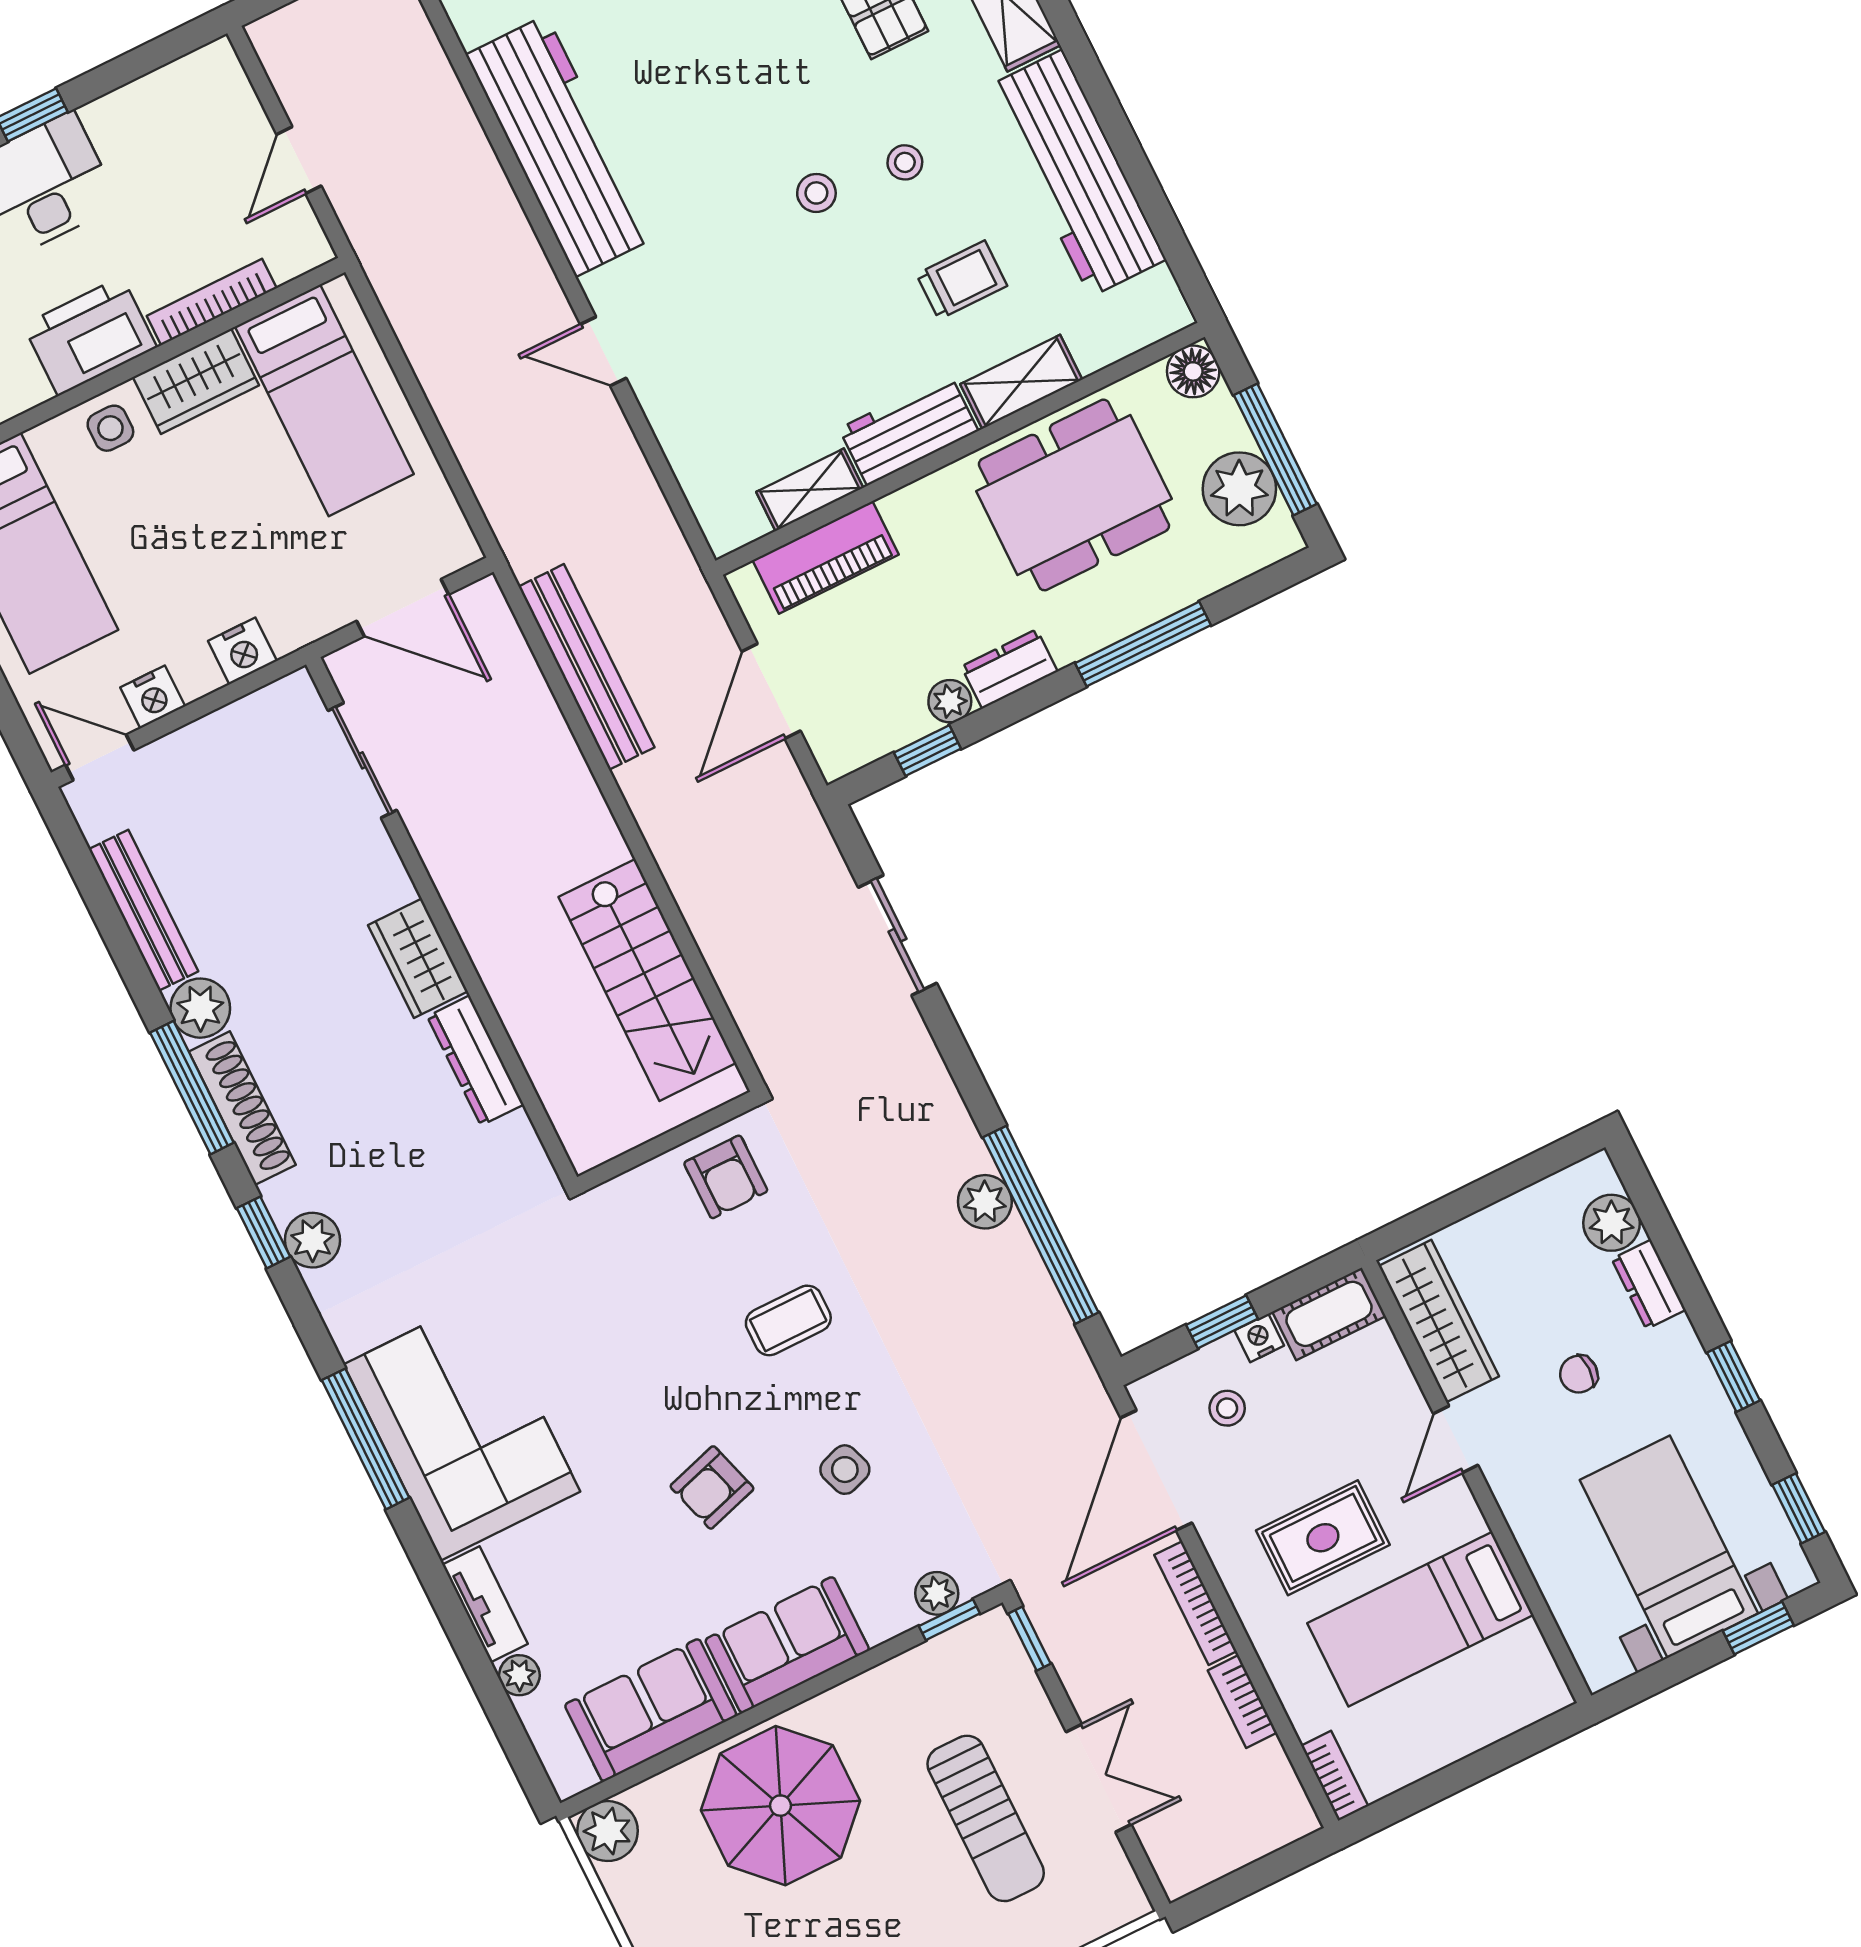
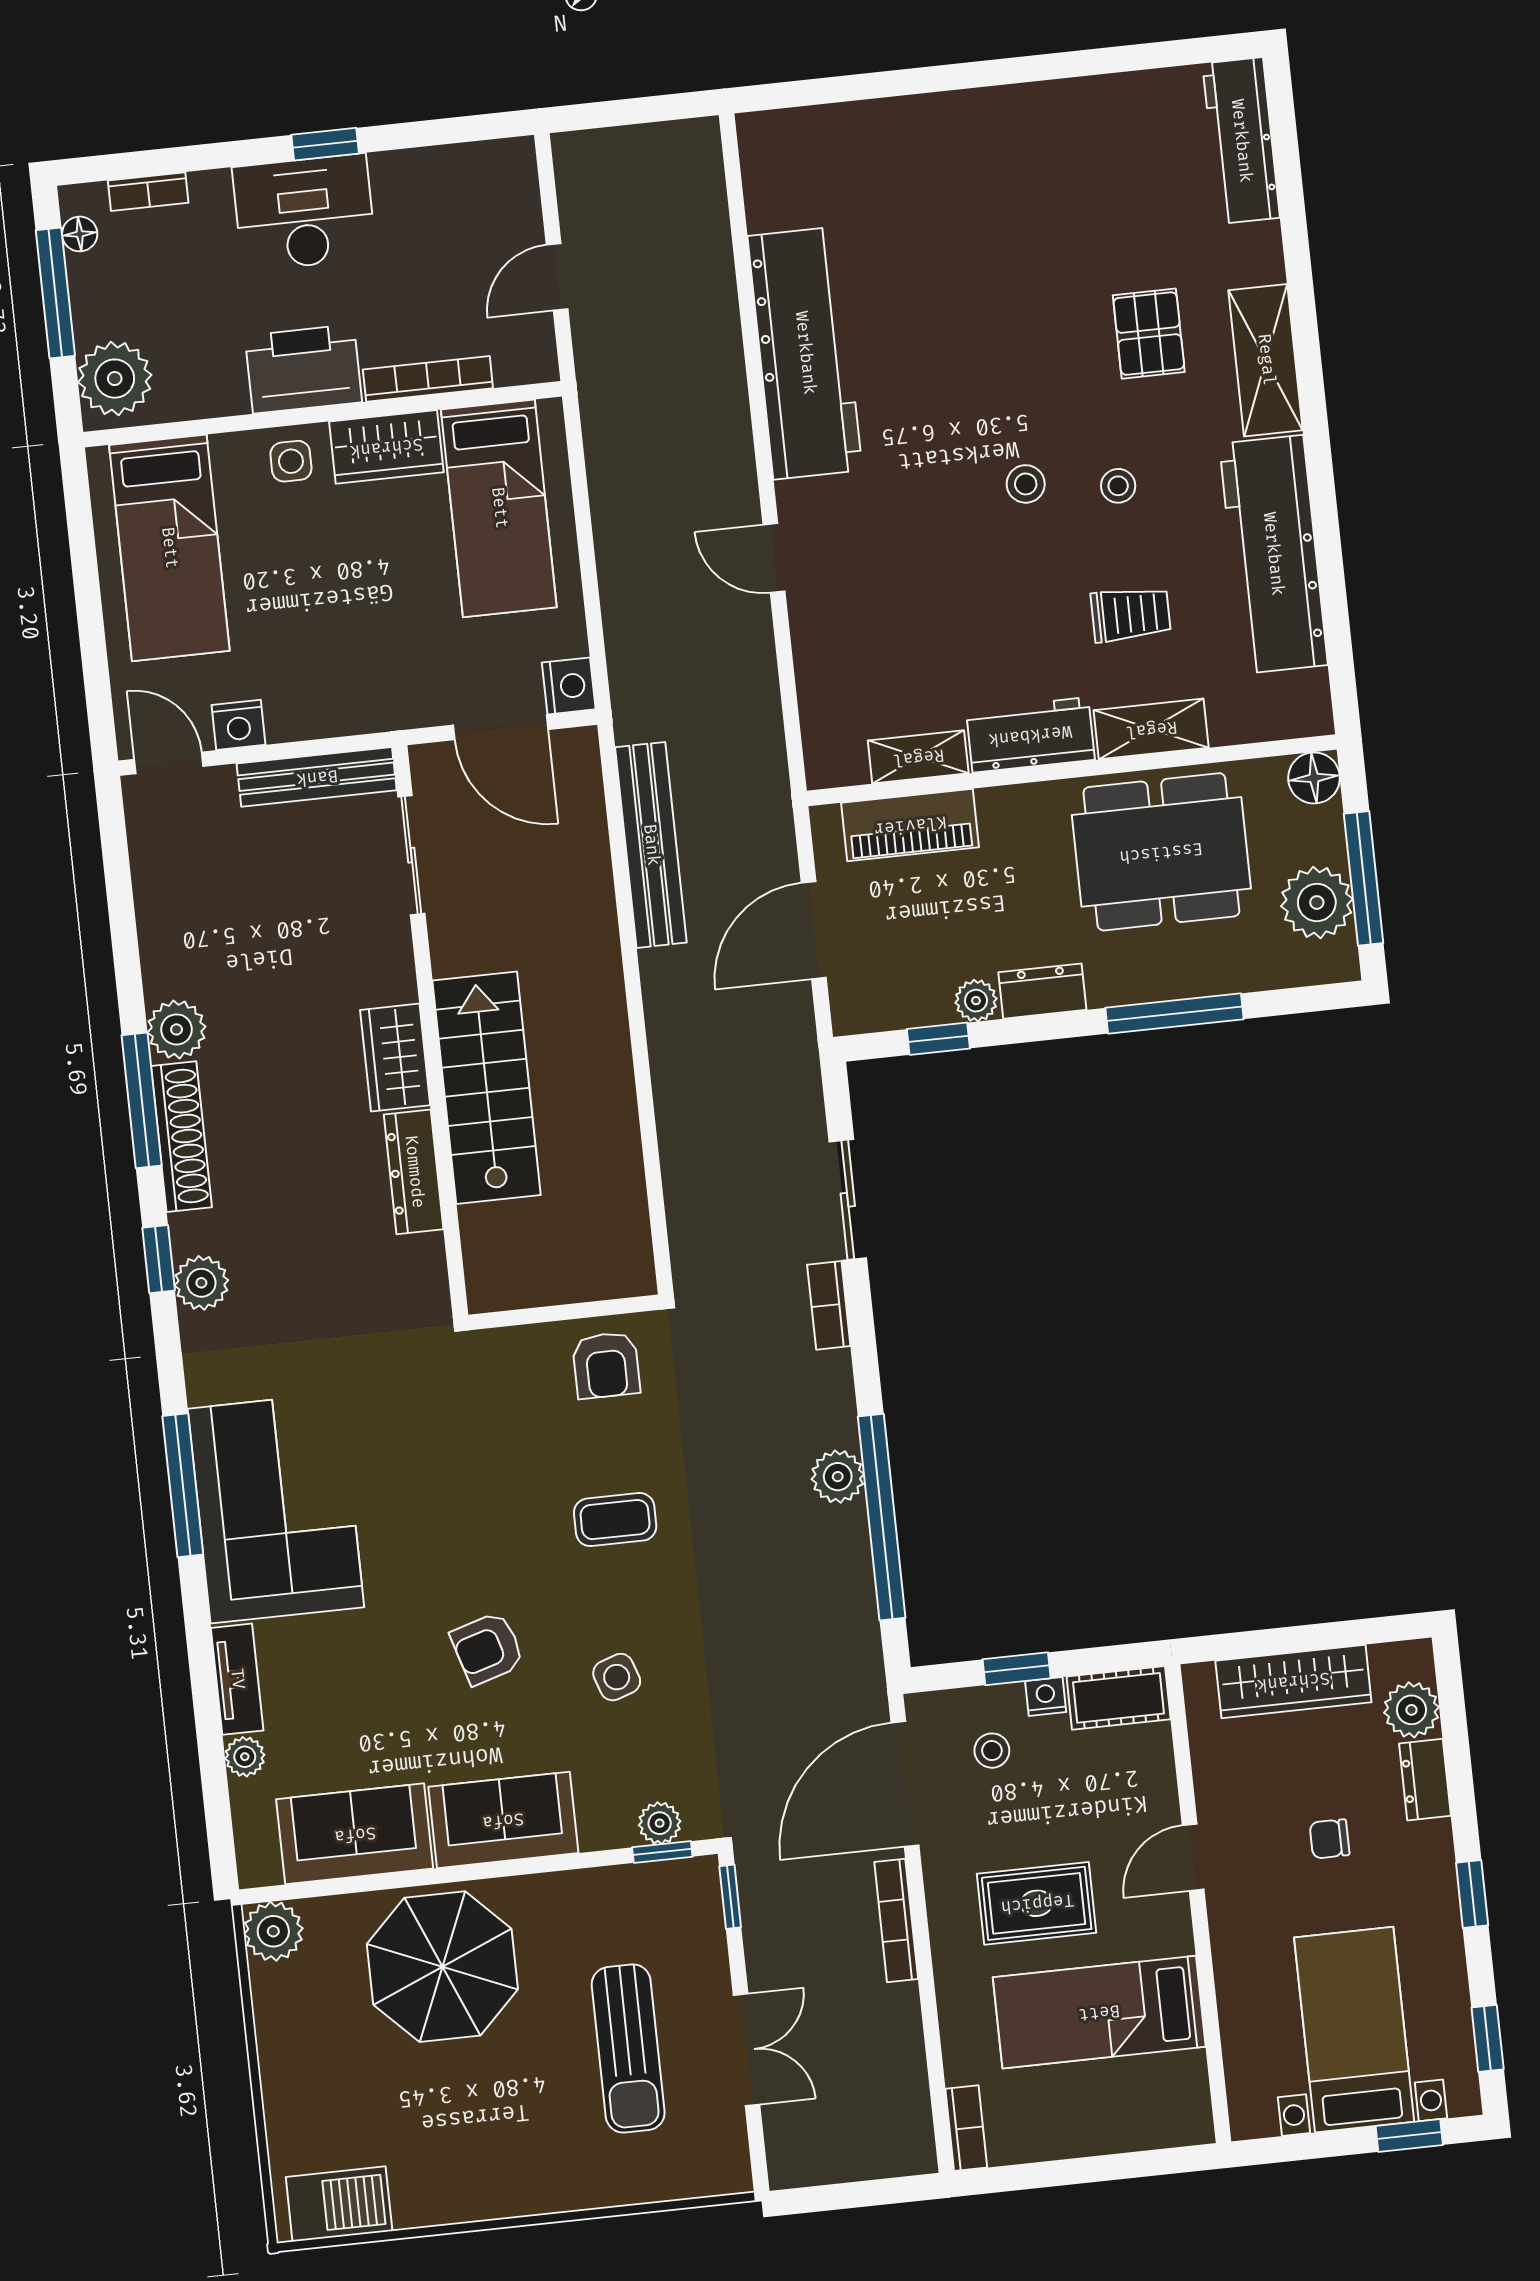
nightstand: (242, 651) -> (569, 686), moved, turned -90
bench: (144, 910) -> (317, 777), moved, turned 90
stairs: (647, 980) -> (487, 1088), moved, turned 180
wardrobe: (1439, 1321) -> (1293, 1681), moved, turned 90
bookcase: (1242, 1702) -> (829, 1305), moved

